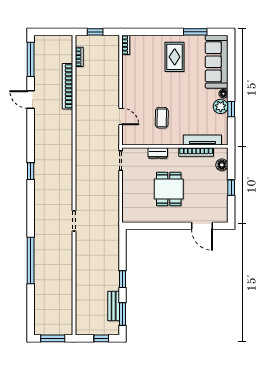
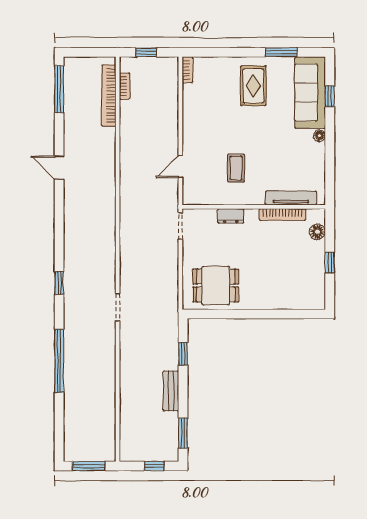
bookcase: (68, 86) -> (109, 96), moved
door: (31, 99) -> (59, 168), moved
plant: (221, 106) -> (315, 153), removed
window: (231, 109) -> (330, 96), moved
door: (121, 117) -> (180, 166), swing flipped
window: (31, 171) -> (59, 283), moved
dining table: (169, 189) -> (216, 285), moved, turned 90
door: (202, 226) -> (290, 314), removed
window: (122, 279) -> (183, 354), moved
bench: (114, 306) -> (171, 391), moved

